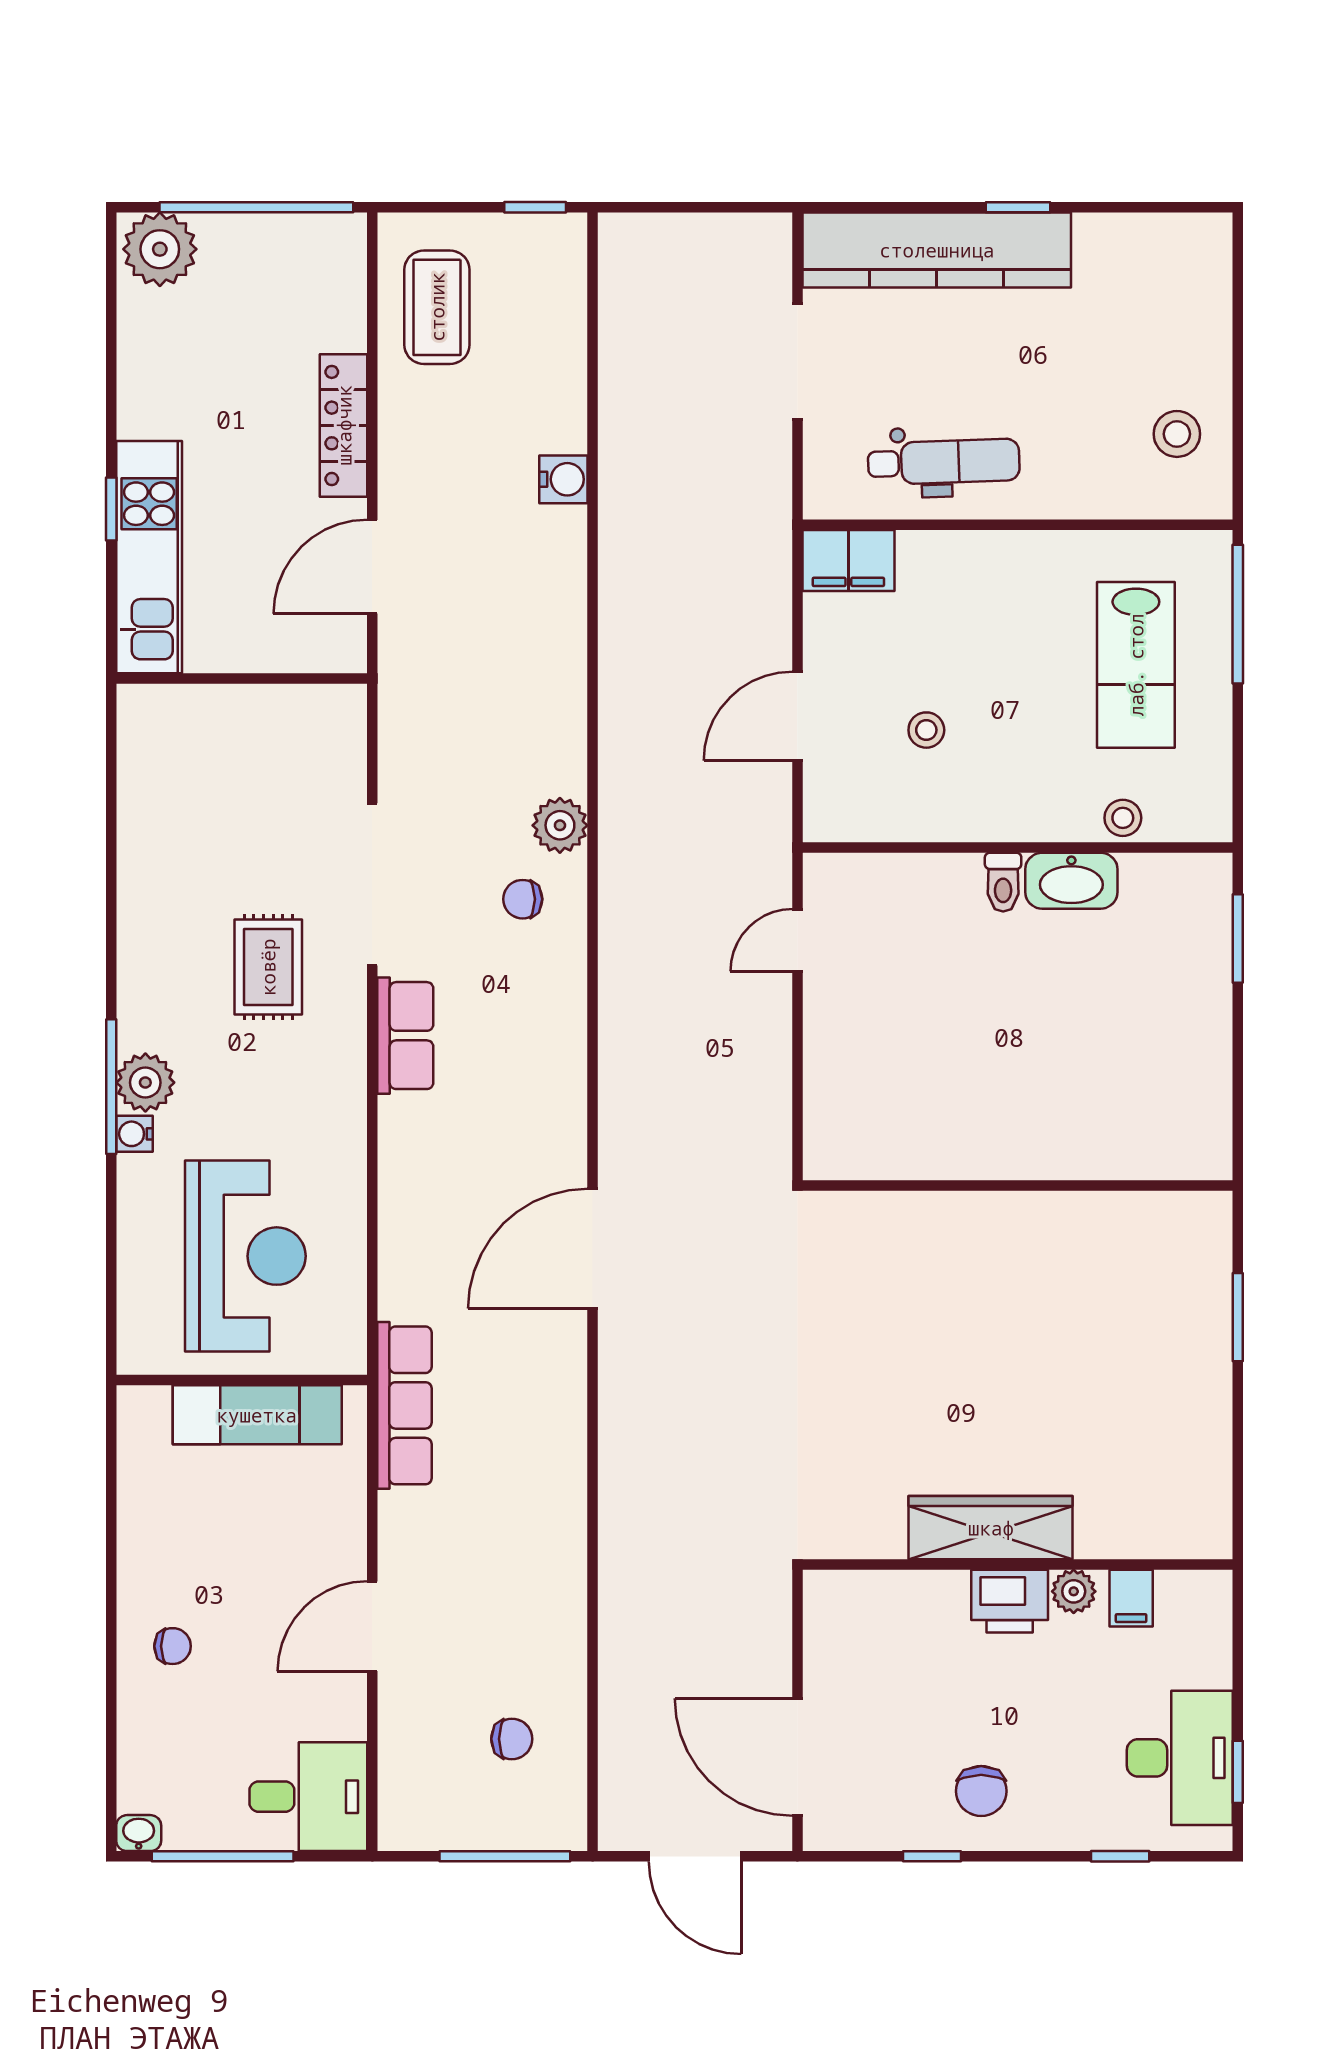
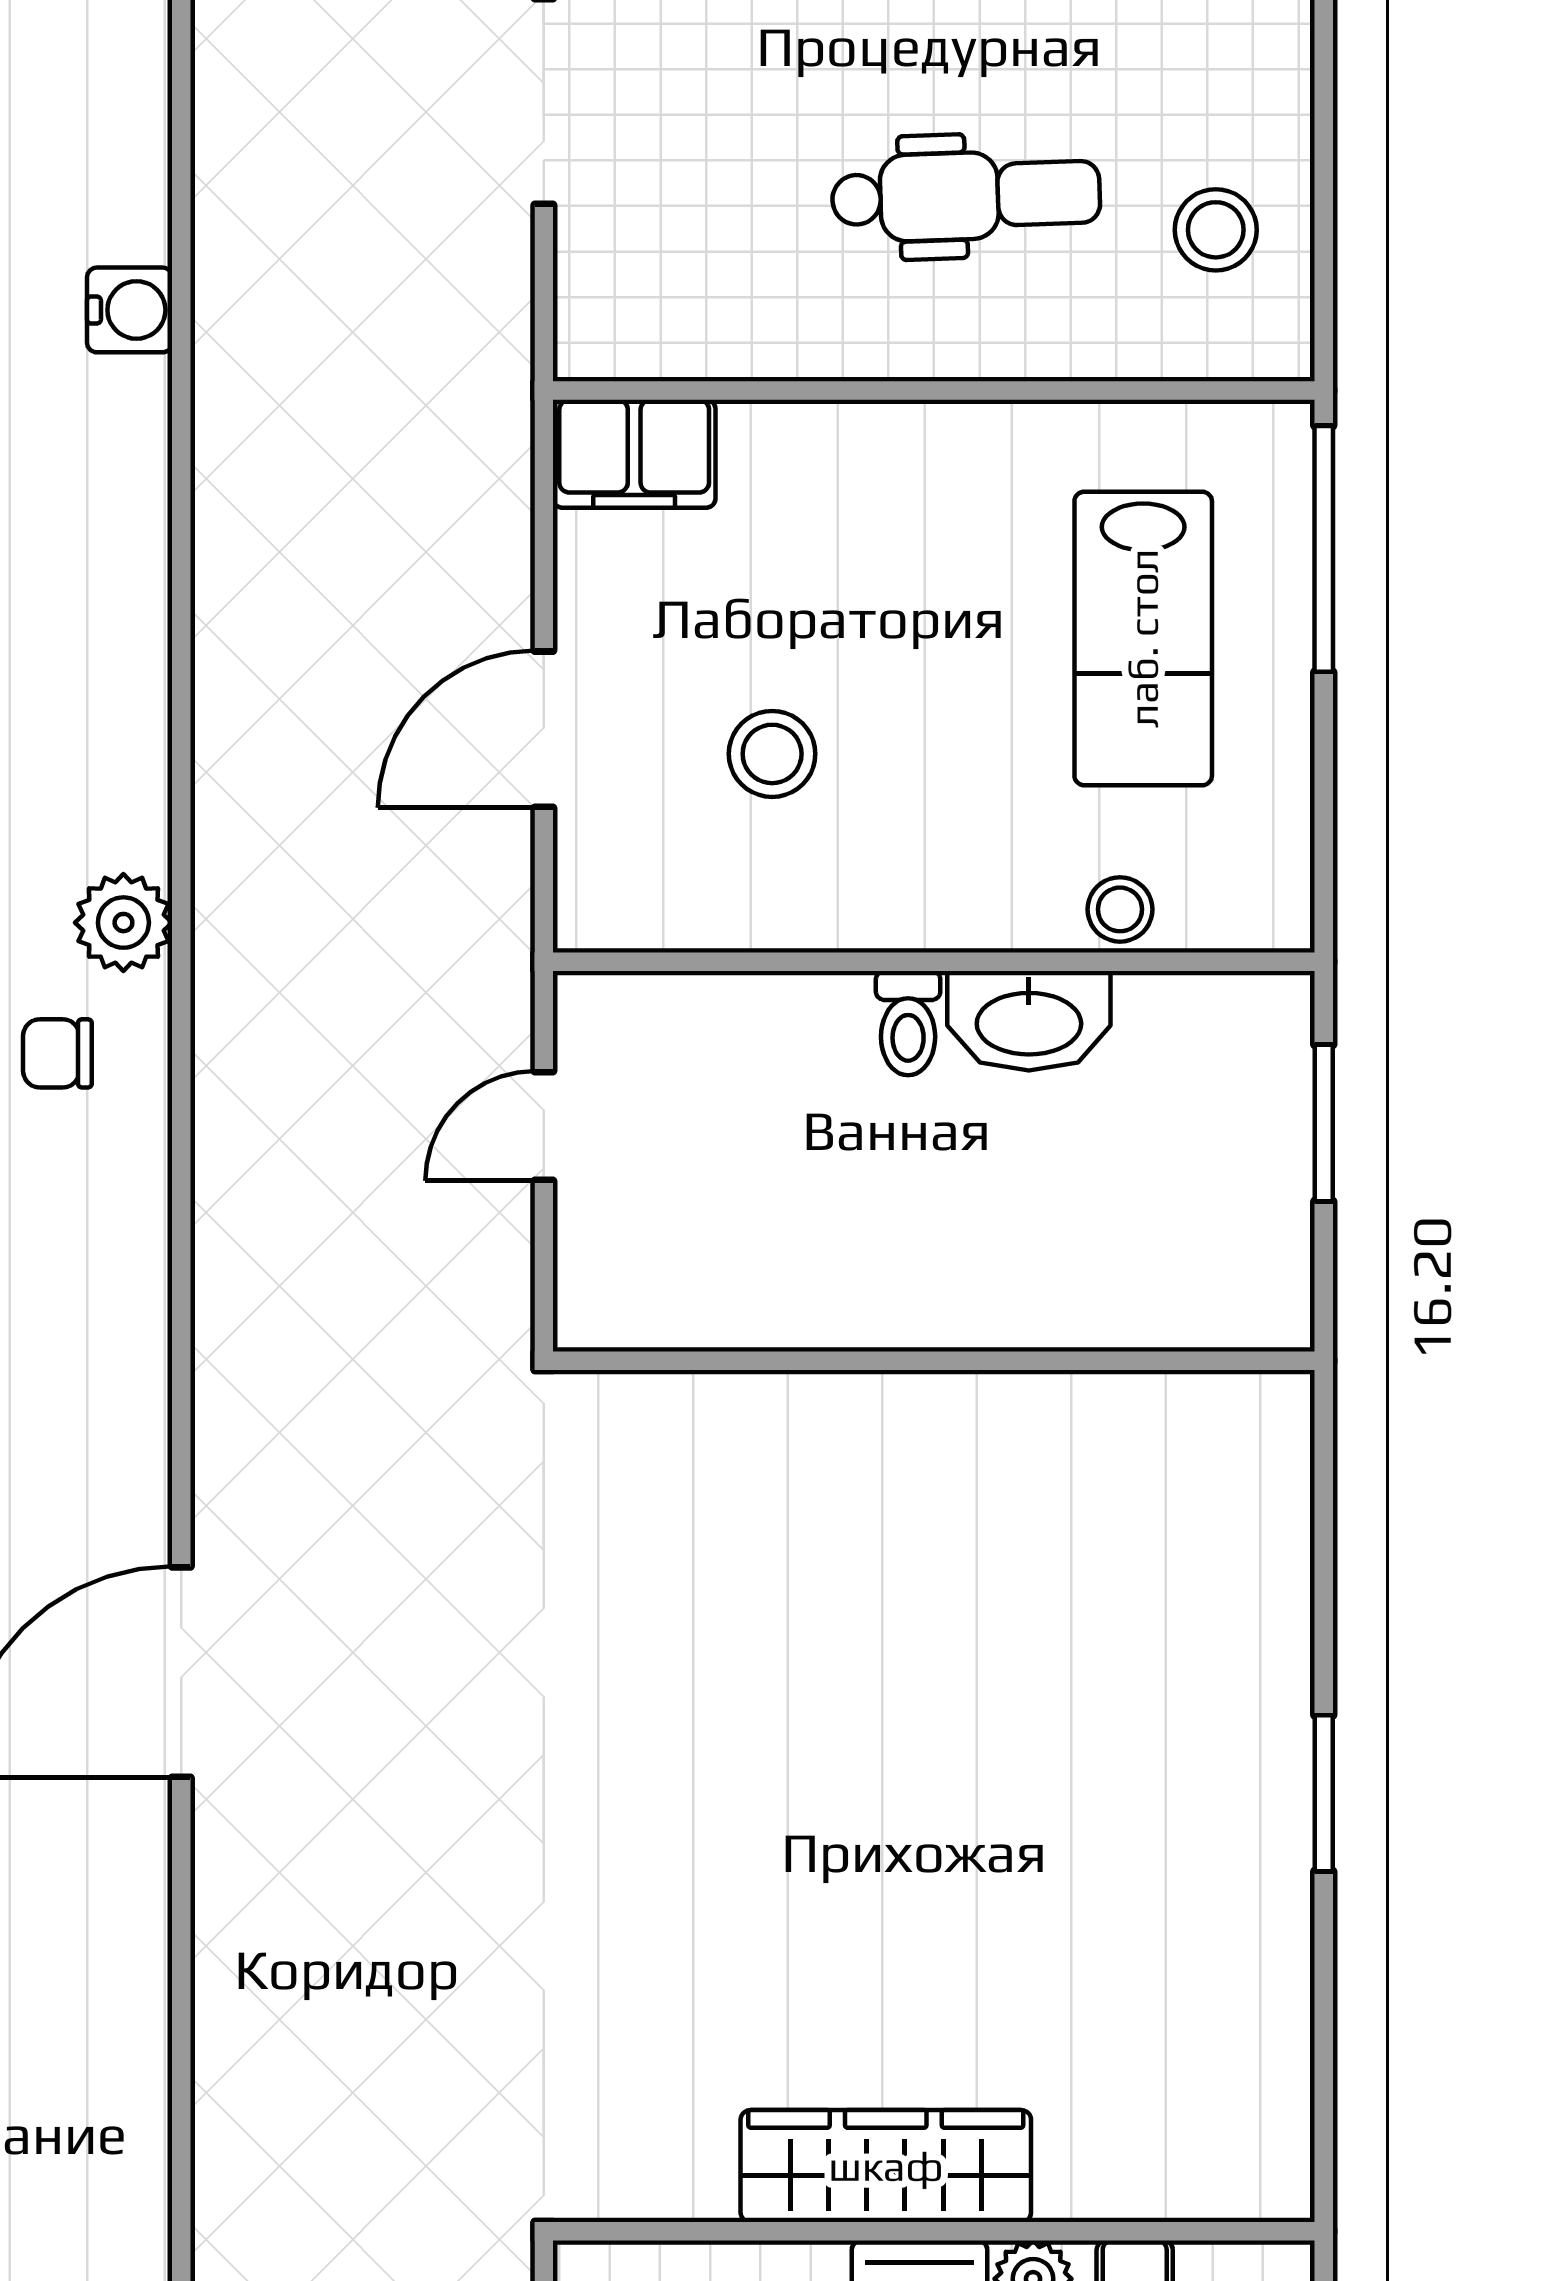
dental chair: (944, 462) -> (966, 196), moved
stool: (926, 730) -> (772, 754), width x1.37, depth x1.37
wall: (1018, 1185) -> (934, 1361), moved

